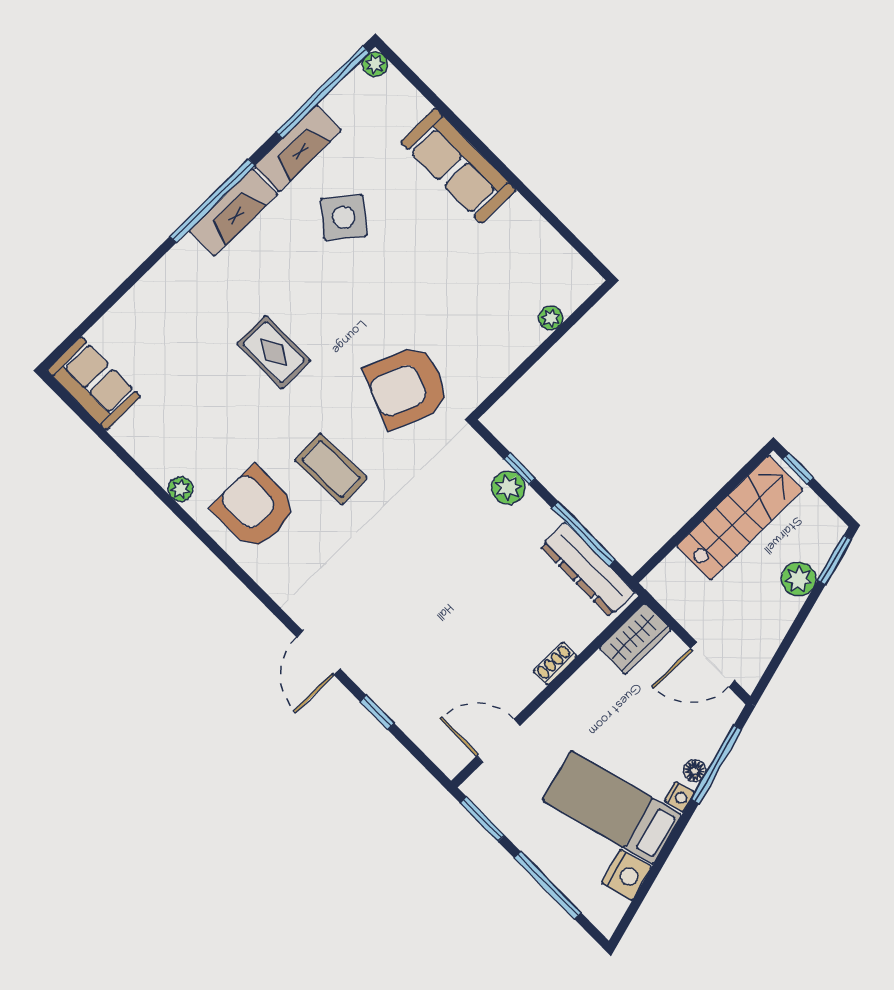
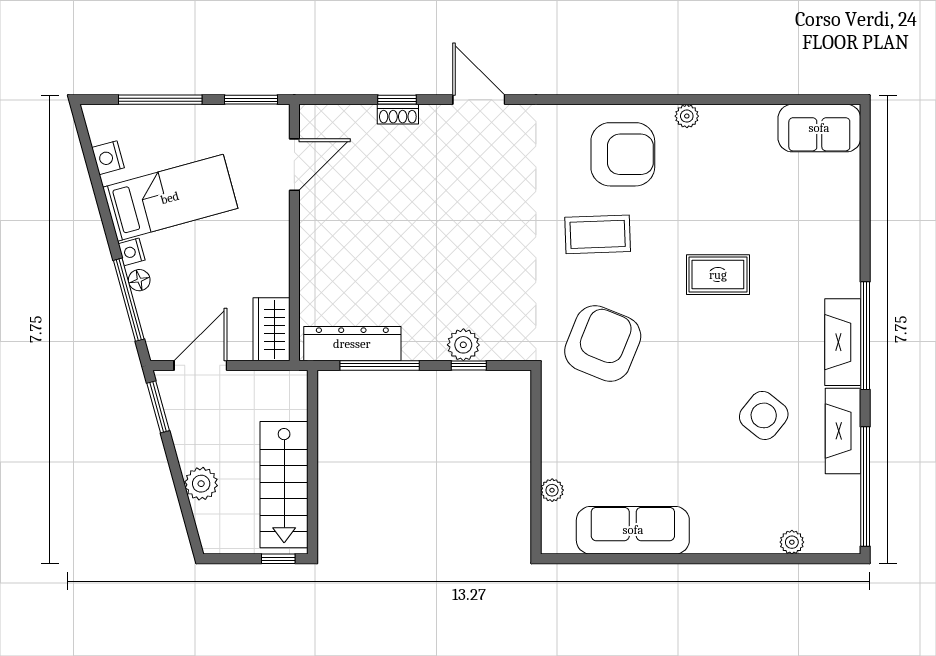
plant: (375, 64) -> (792, 542), moved
sofa: (458, 166) -> (633, 530), moved
window: (835, 560) -> (158, 407), moved
shoe rack: (555, 664) -> (398, 114), moved, turned 90
nightstand: (626, 875) -> (108, 158), width x0.74, depth x0.75

